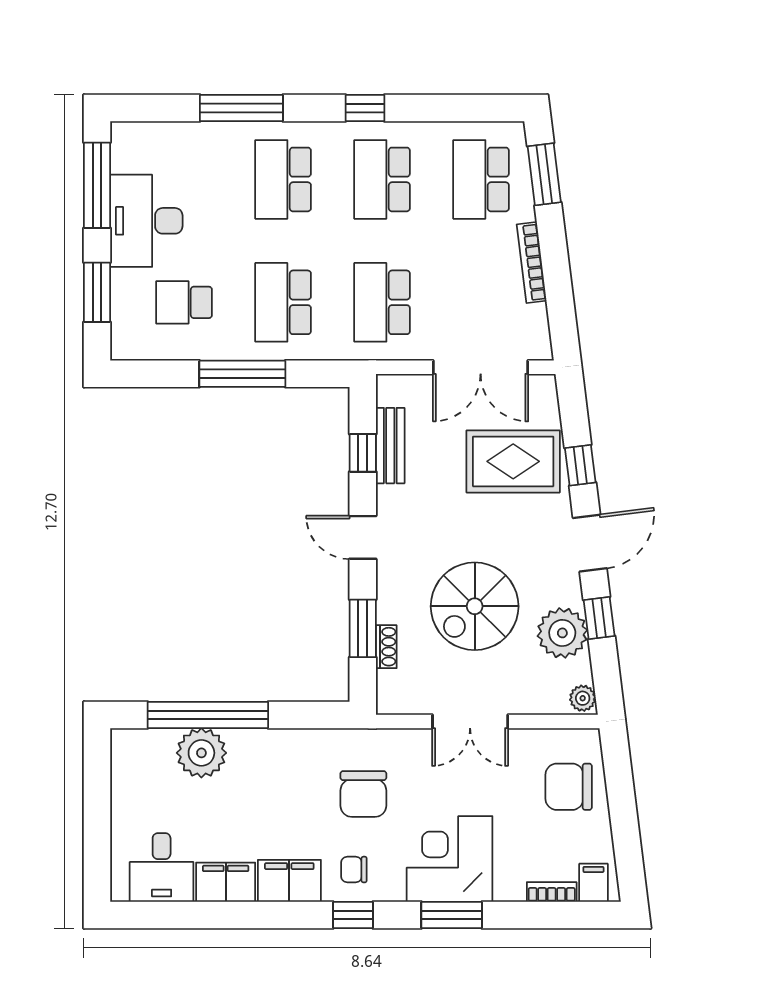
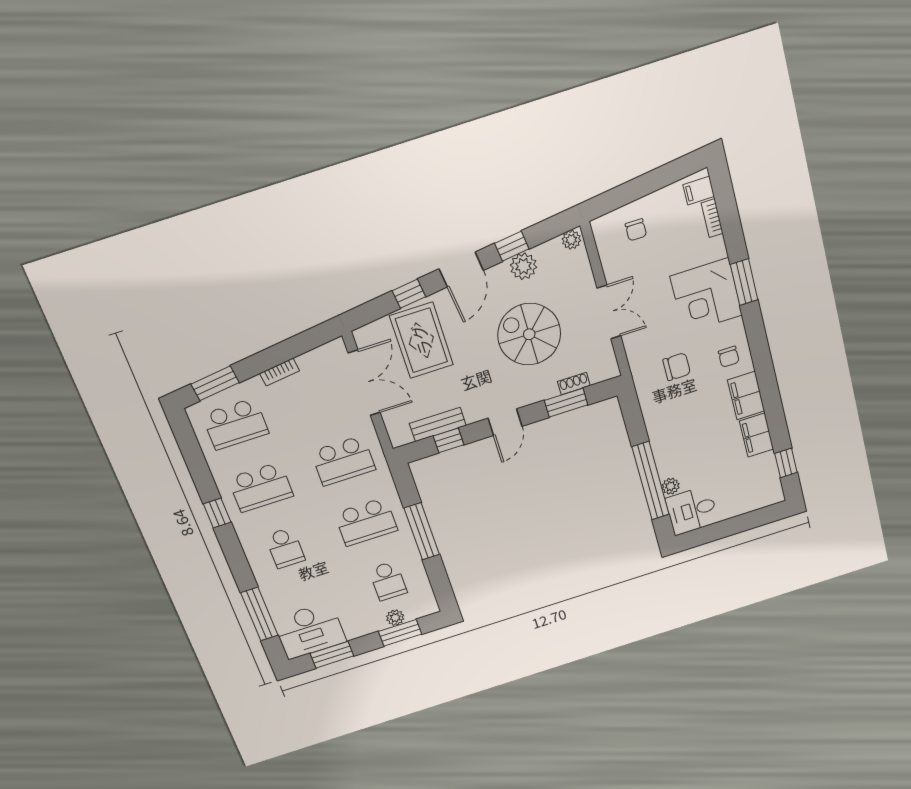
window: (241, 108) -> (259, 614), moved
school desk: (283, 179) -> (285, 548), width x0.54
window: (97, 185) -> (332, 655), width x0.69
desk: (146, 221) -> (309, 630), moved
bookcase: (532, 263) -> (280, 372), width x0.64
plant: (123, 293) -> (395, 618), added
door: (590, 543) -> (461, 270), swing flipped
spiral stairs: (475, 606) -> (529, 334), turned 180
plant: (562, 633) -> (523, 266), width x0.73, depth x0.73
plant: (201, 753) -> (671, 486), width x0.53, depth x0.53
chair: (569, 787) -> (636, 230), width x0.54, depth x0.54
chair: (363, 794) -> (677, 367), width x0.73, depth x0.73
desk: (162, 867) -> (692, 510), moved, turned 180
window: (353, 915) -> (786, 463), moved

